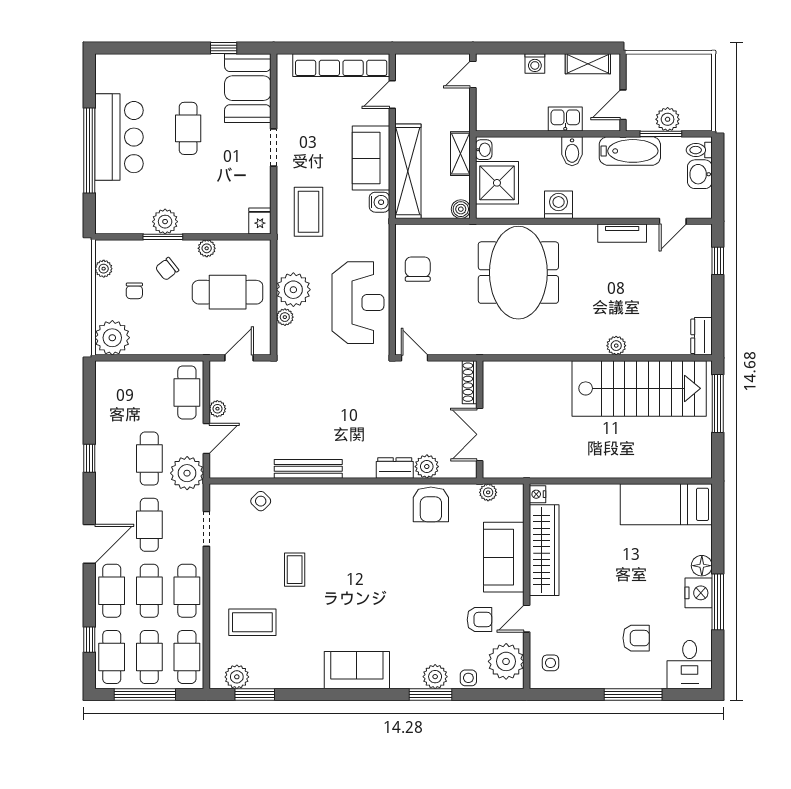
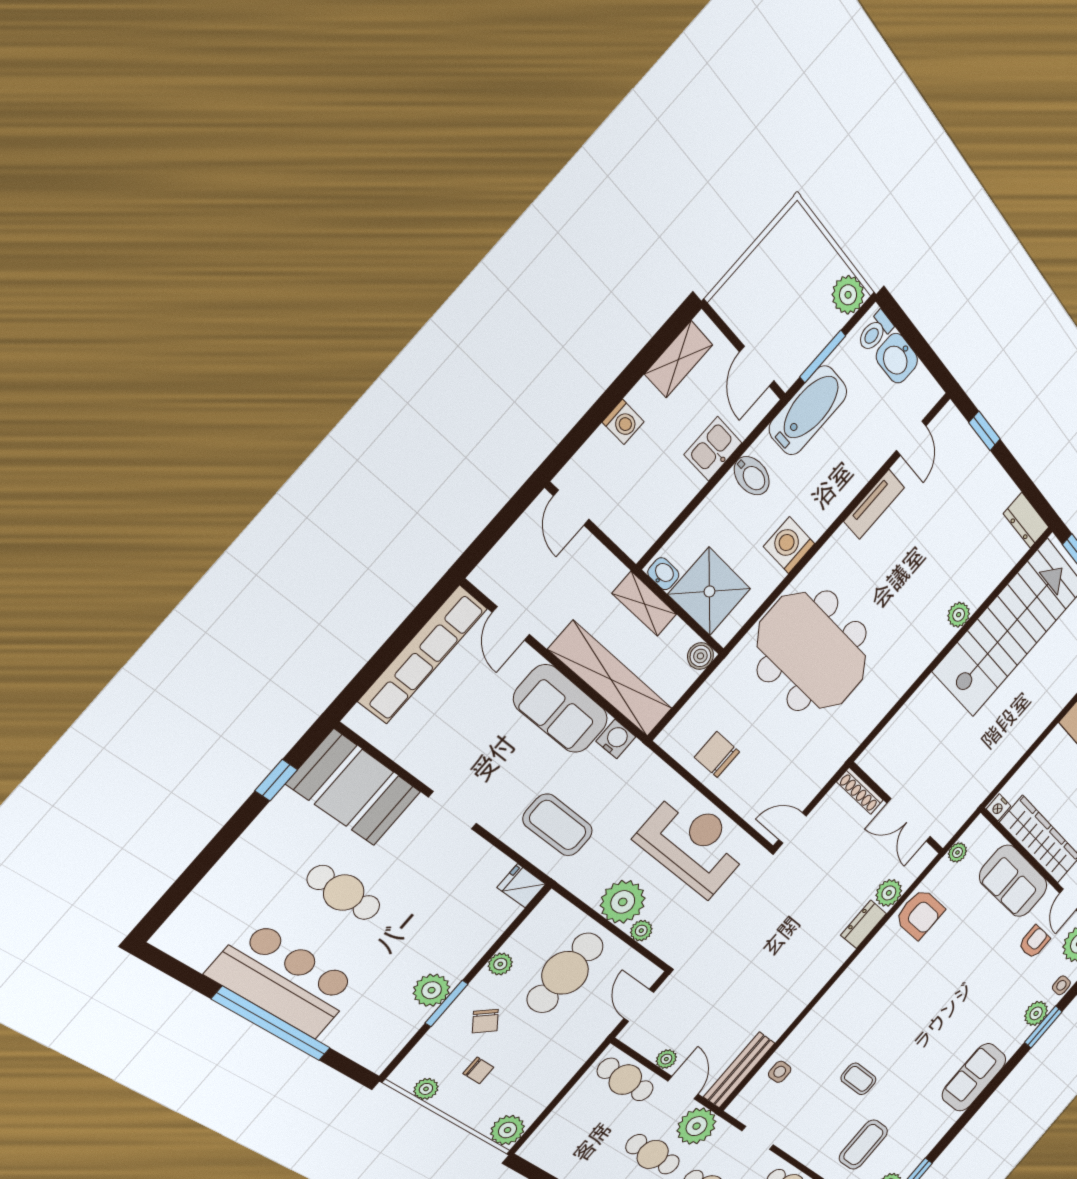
plant: (668, 119) -> (848, 295), moved
plant: (112, 338) -> (508, 1130), width x0.73, depth x0.73
bench: (308, 469) -> (739, 1070), moved
side table: (261, 501) -> (780, 1072), turned 45

